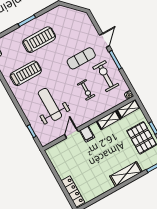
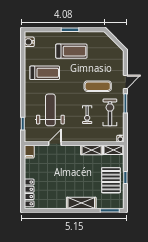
filing cabinet: (87, 134) -> (29, 152), moved

